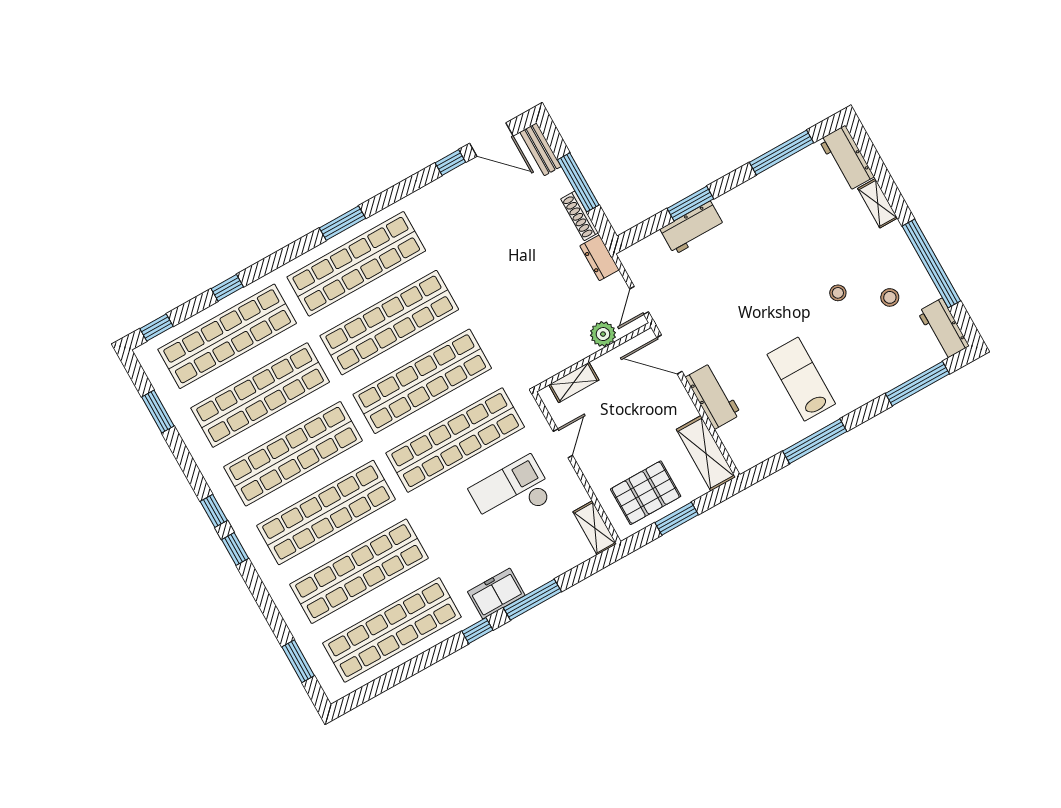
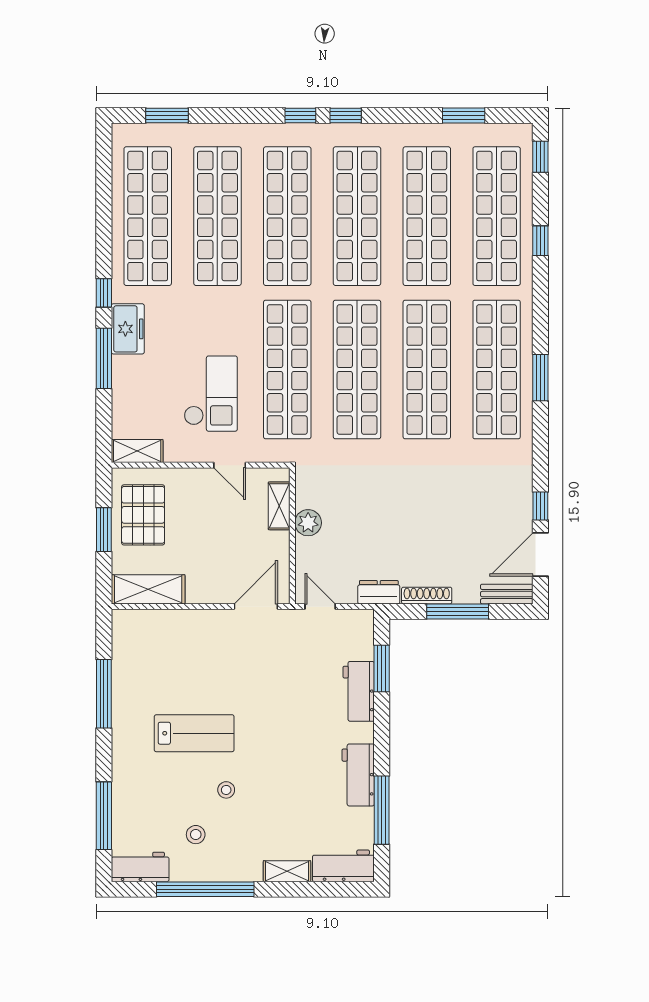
window: (690, 204) -> (382, 669), moved
plant: (603, 334) -> (308, 523), moved
lab bench: (801, 379) -> (194, 733), moved
workbench: (713, 396) -> (358, 775), moved, turned 90

